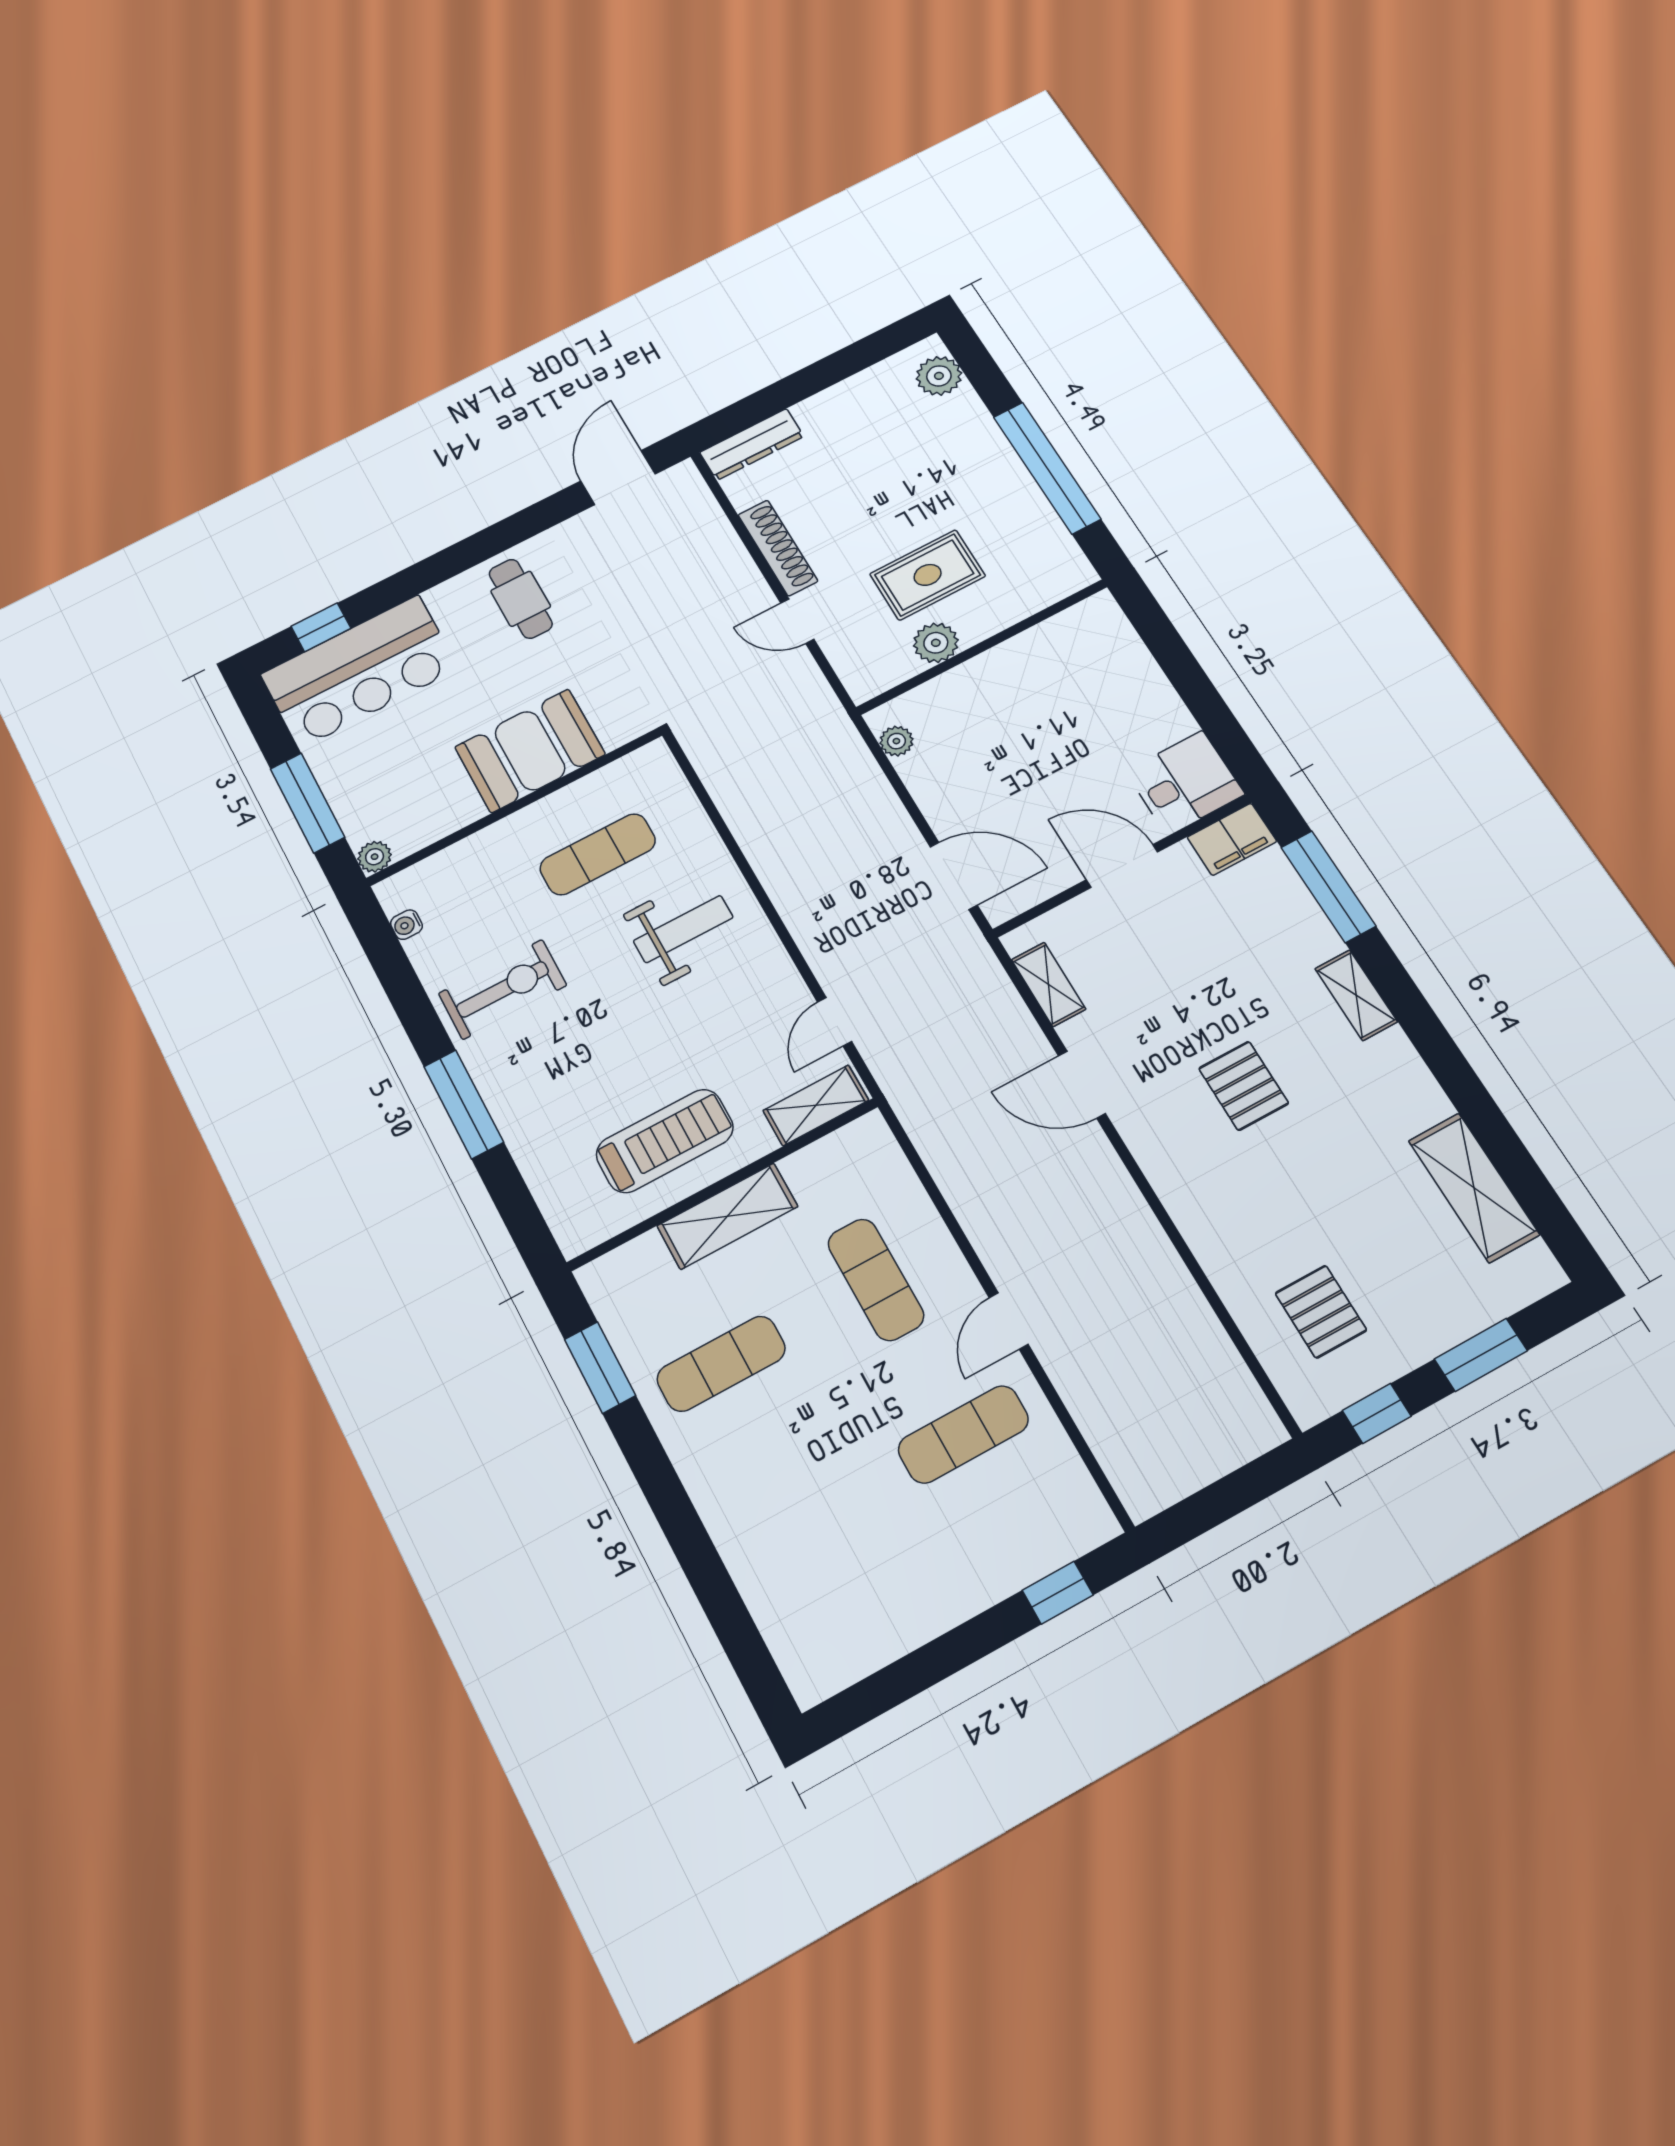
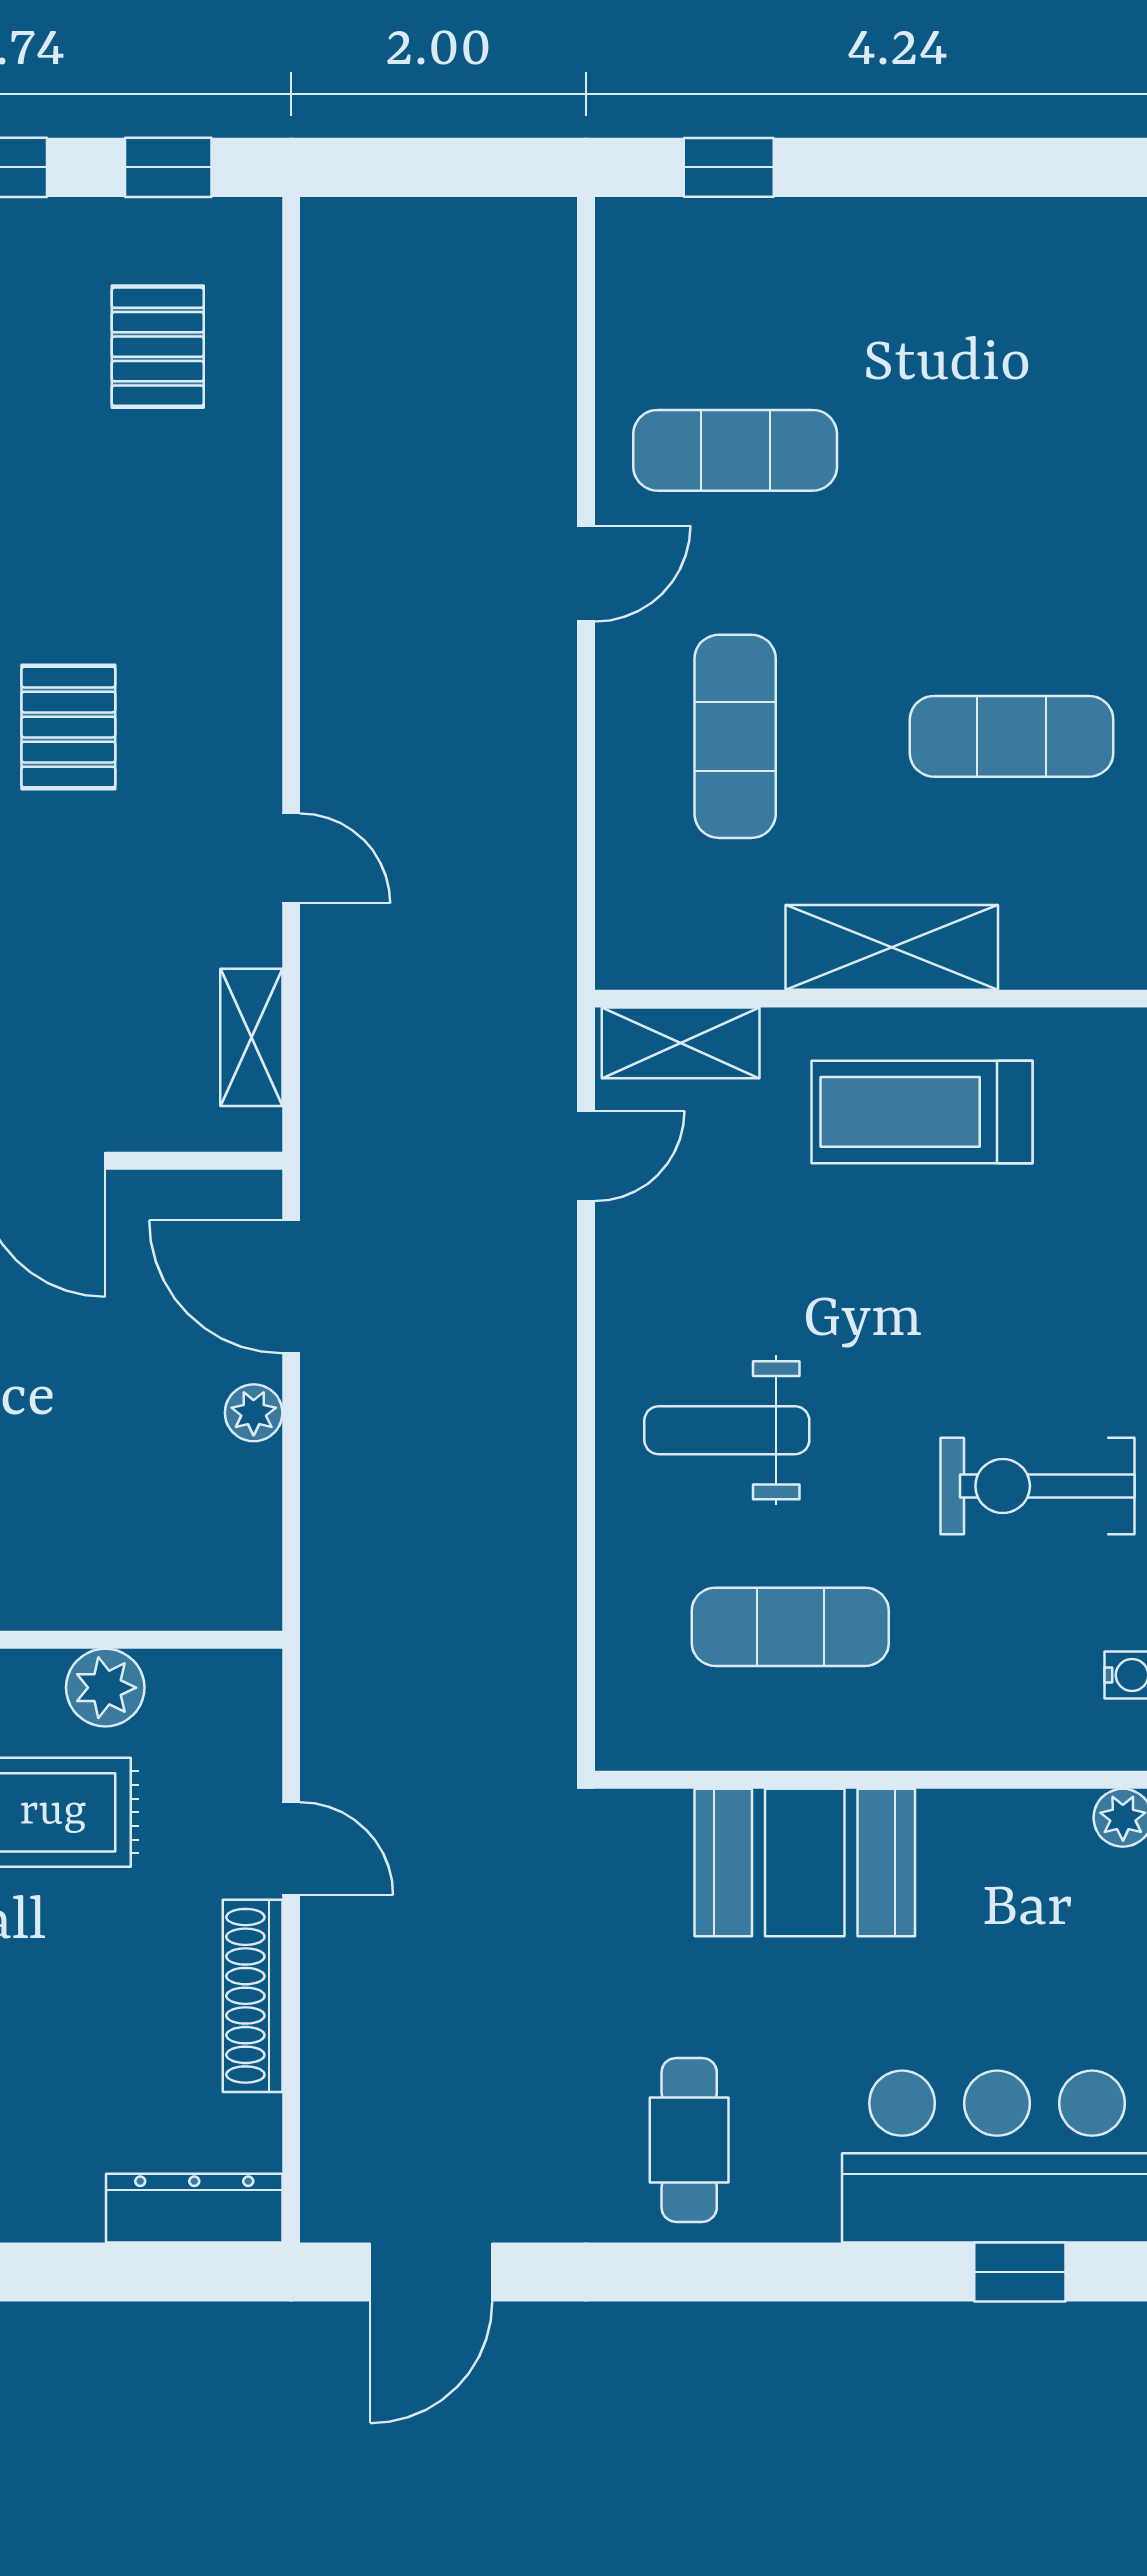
plant: (896, 741) -> (254, 1413), moved
door: (1082, 1085) -> (291, 858), width x0.73

